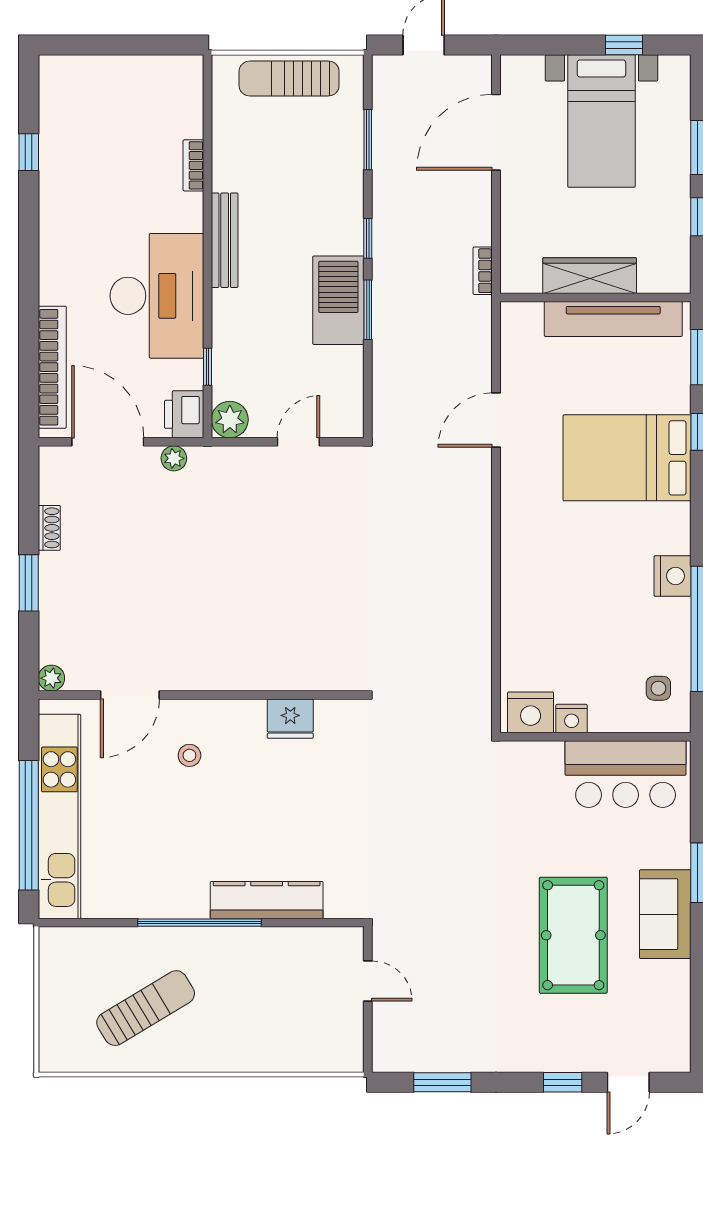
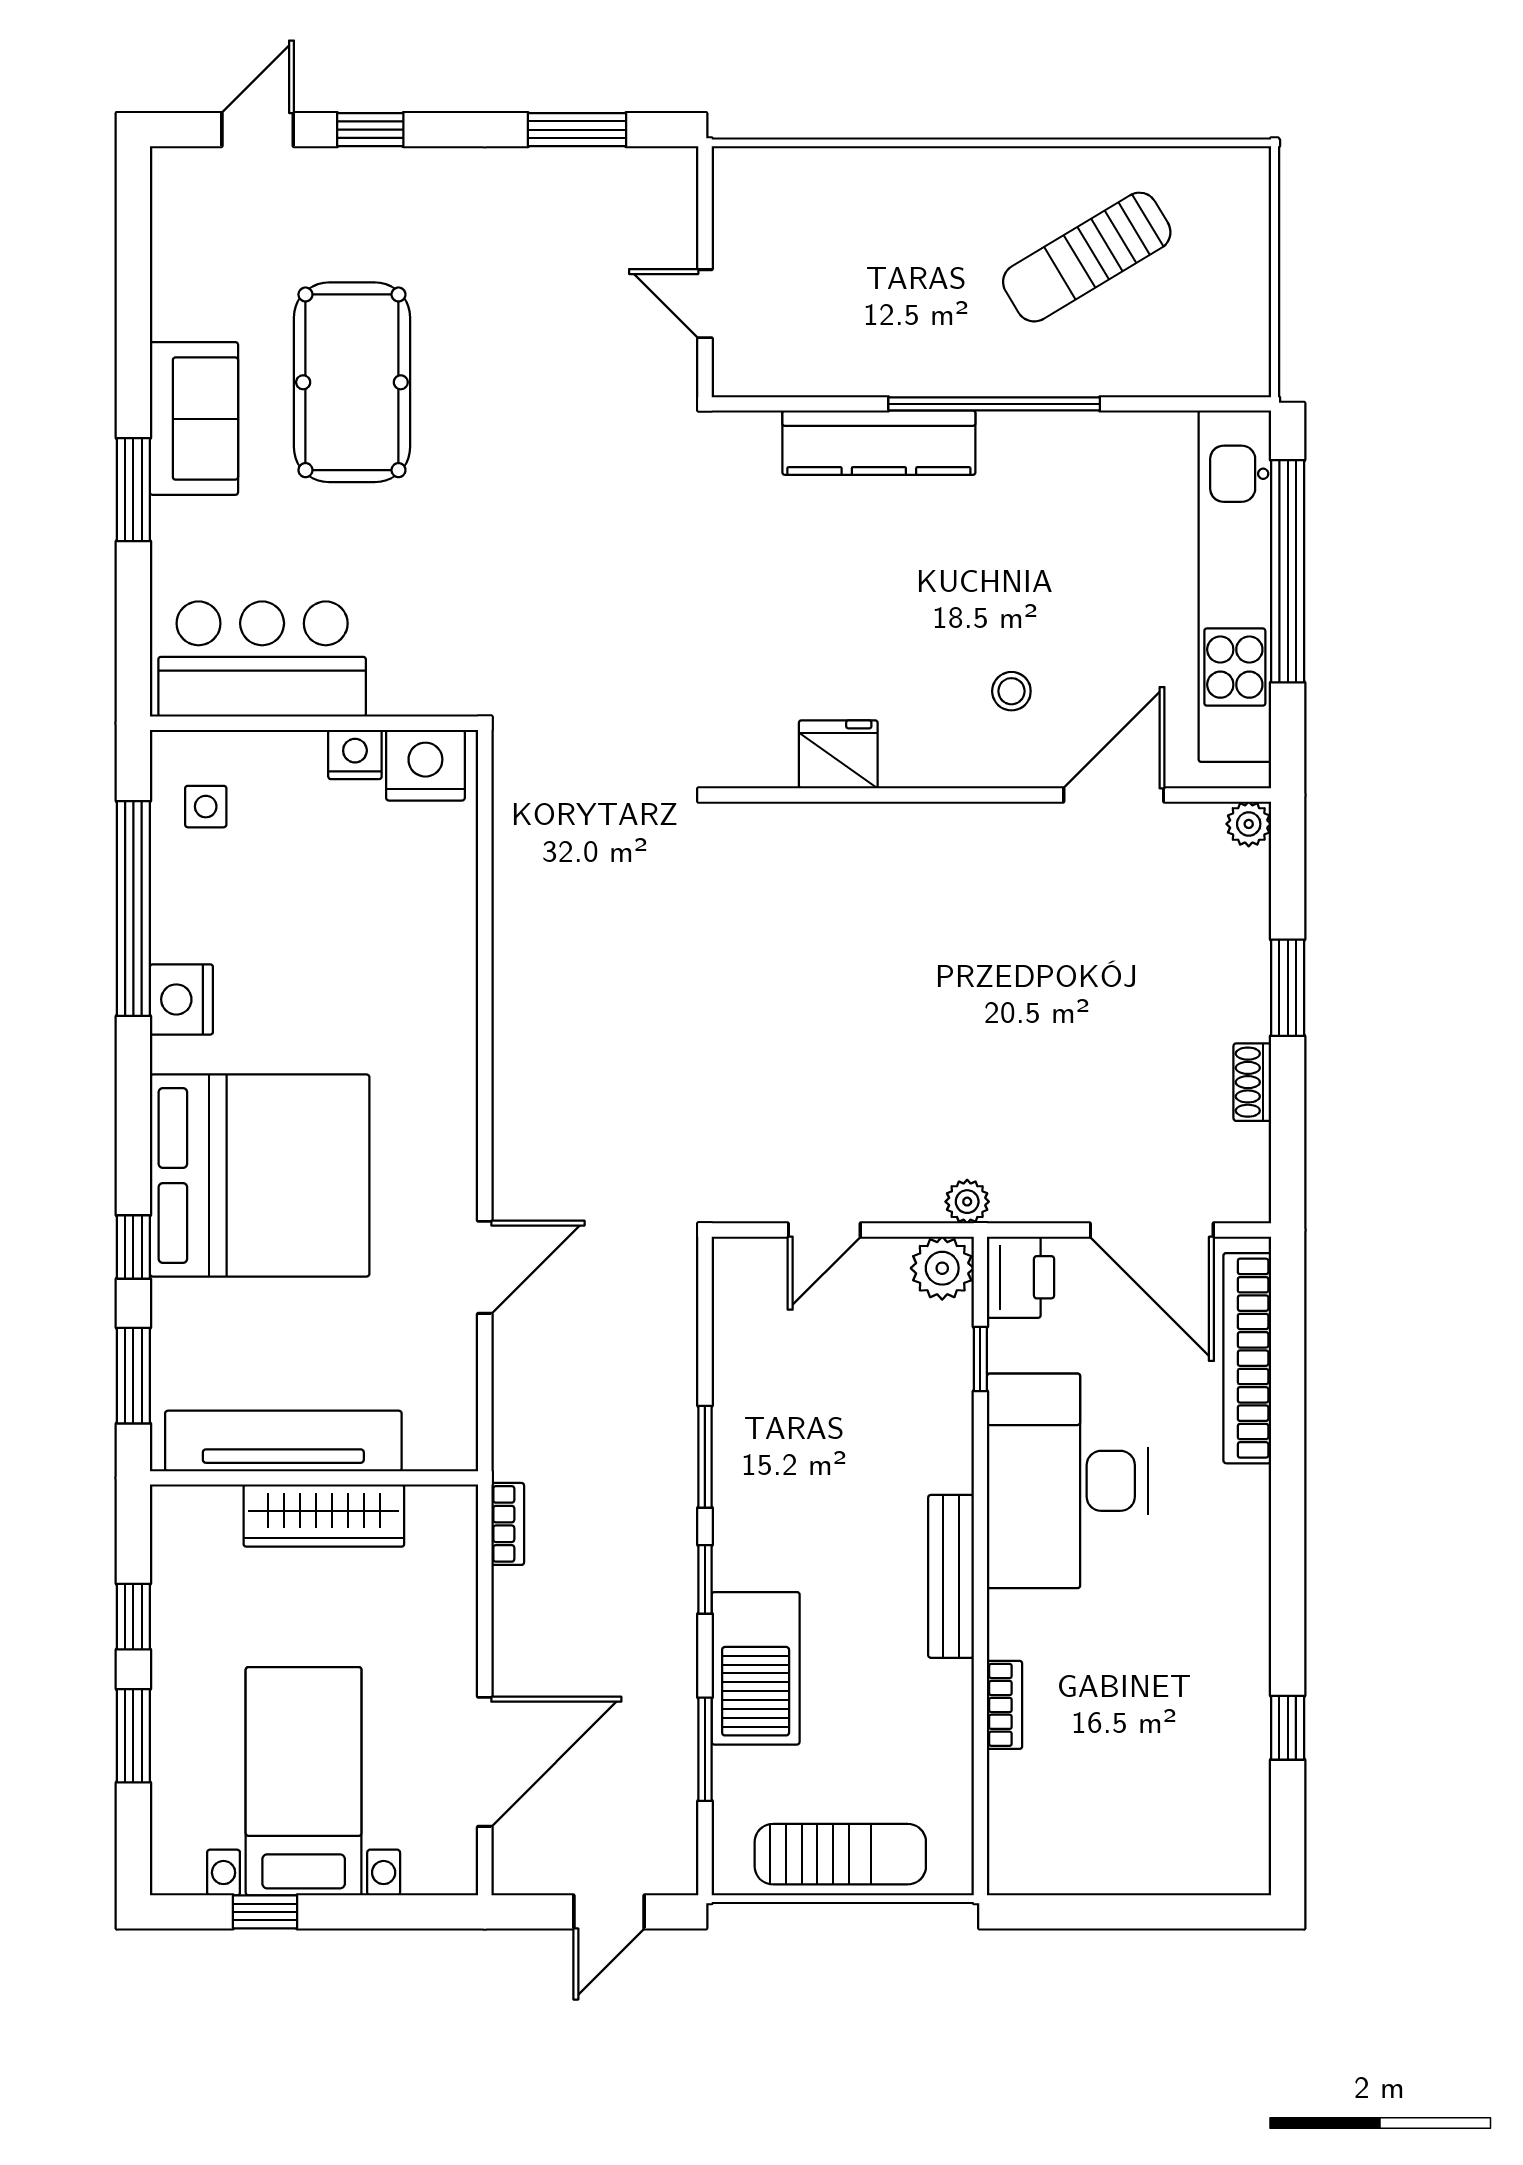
barbecue: (338, 300) -> (756, 1668), moved
plant: (174, 458) -> (967, 1202), moved
bed: (627, 458) -> (260, 1175), width x1.36

